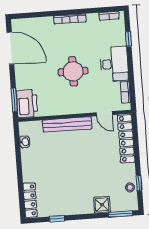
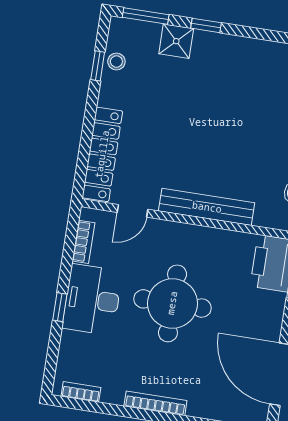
window: (128, 39) -> (60, 307), moved
round table: (73, 71) -> (172, 303), width x1.36, depth x1.36
door: (104, 114) -> (132, 211), swing flipped
window: (57, 219) -> (206, 25), moved

